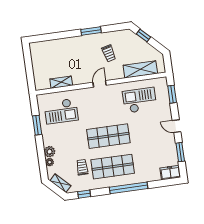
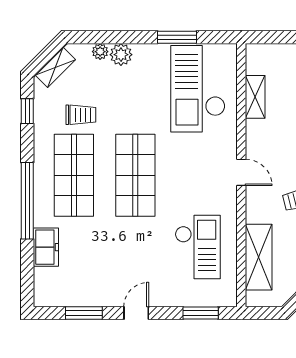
checkout: (61, 111) -> (198, 89), width x1.36, depth x1.21
freezer: (170, 173) -> (46, 247), moved

